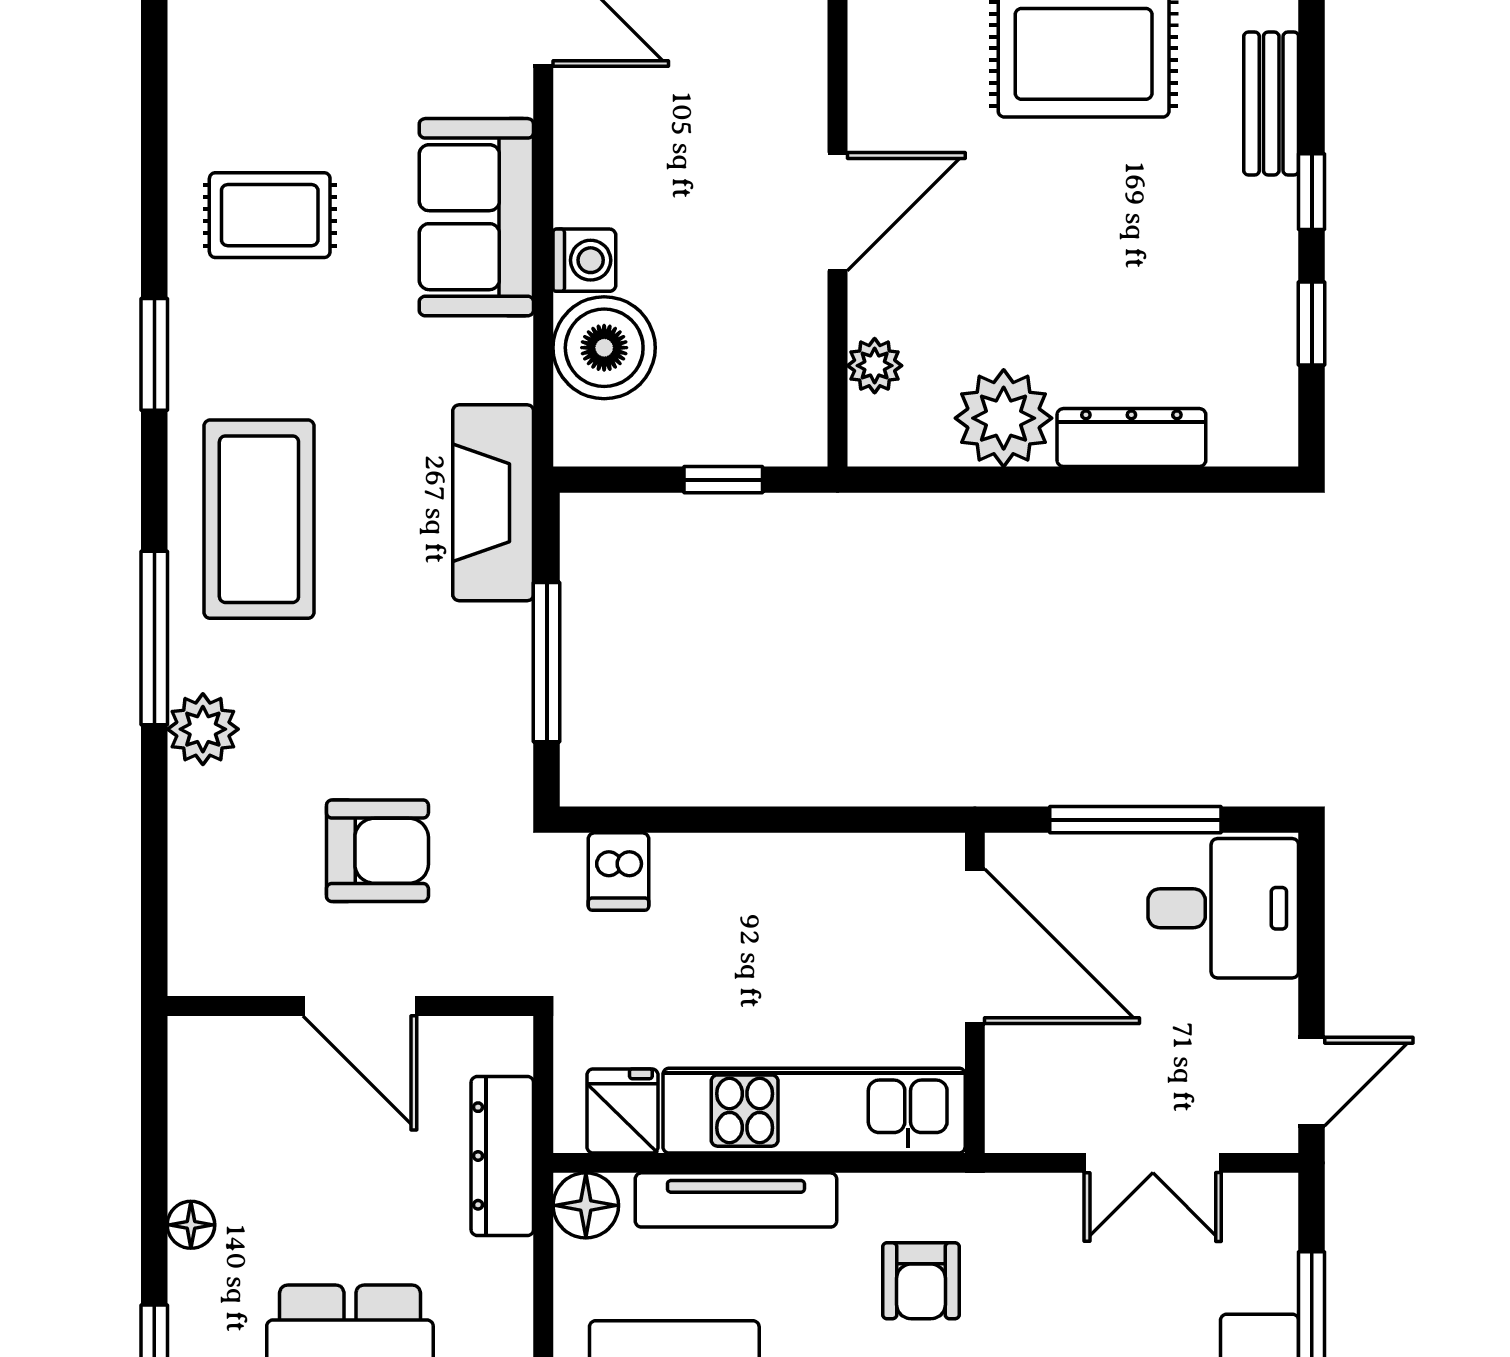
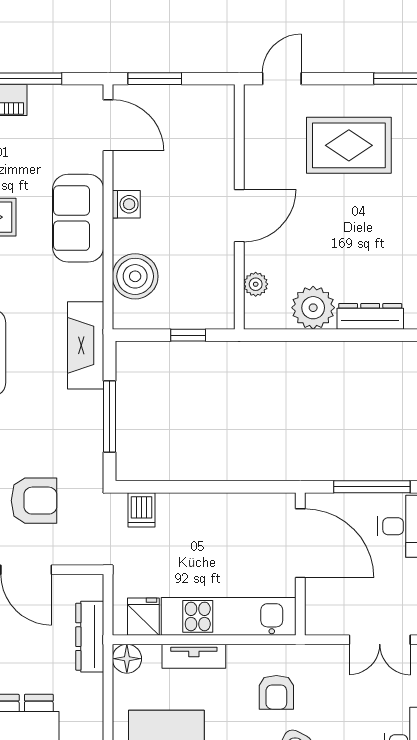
washing machine: (584, 260) -> (126, 204), moved
tv unit: (736, 1200) -> (194, 656), width x0.71

